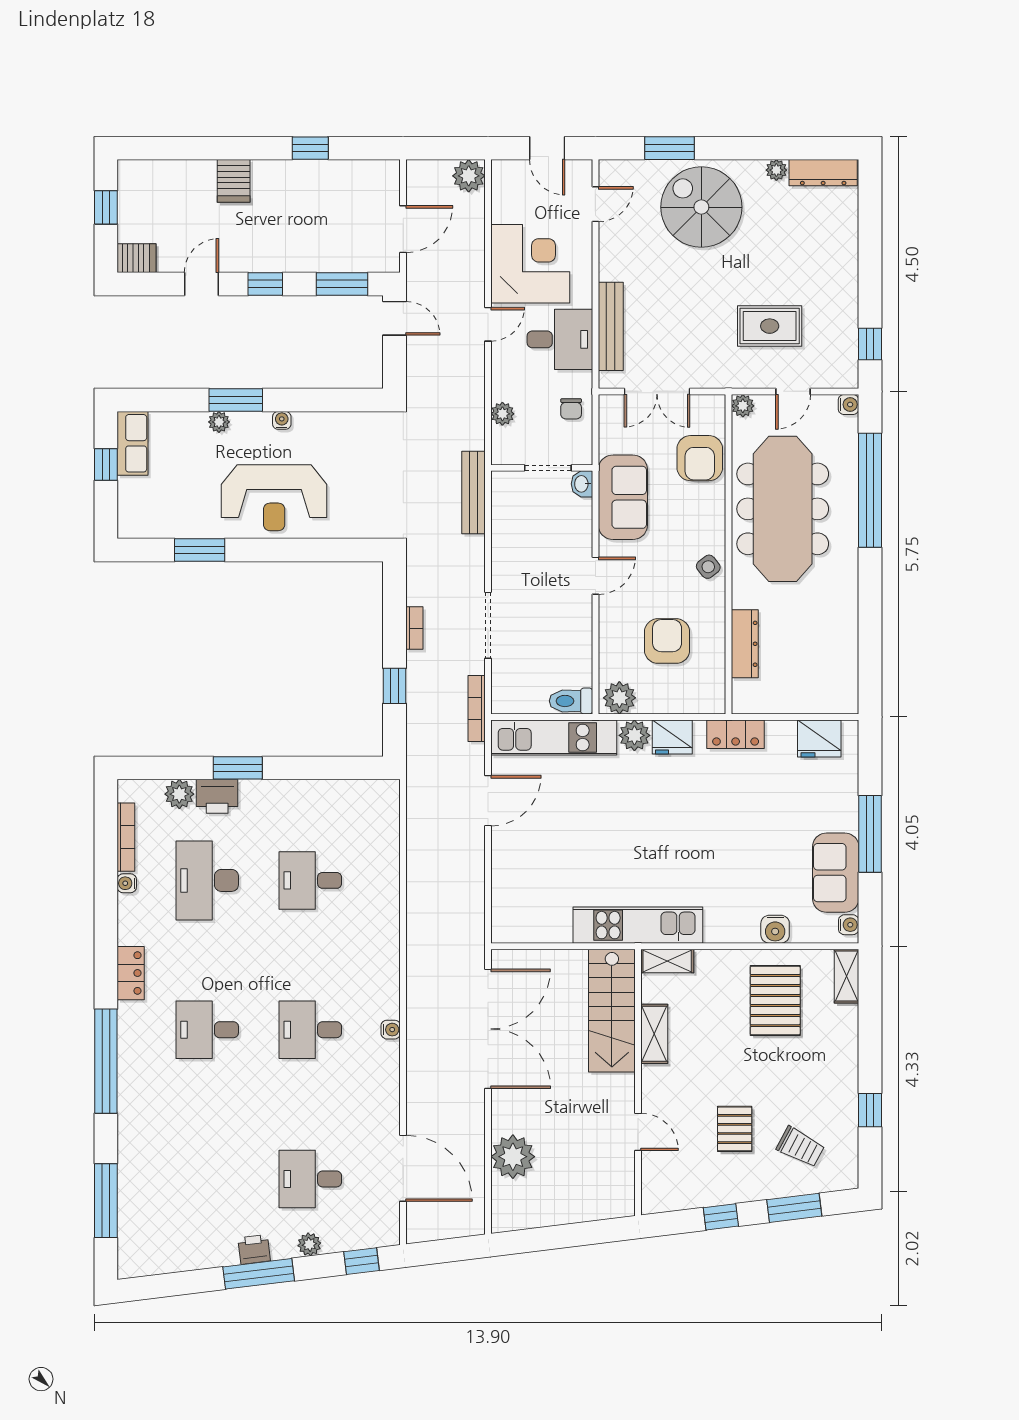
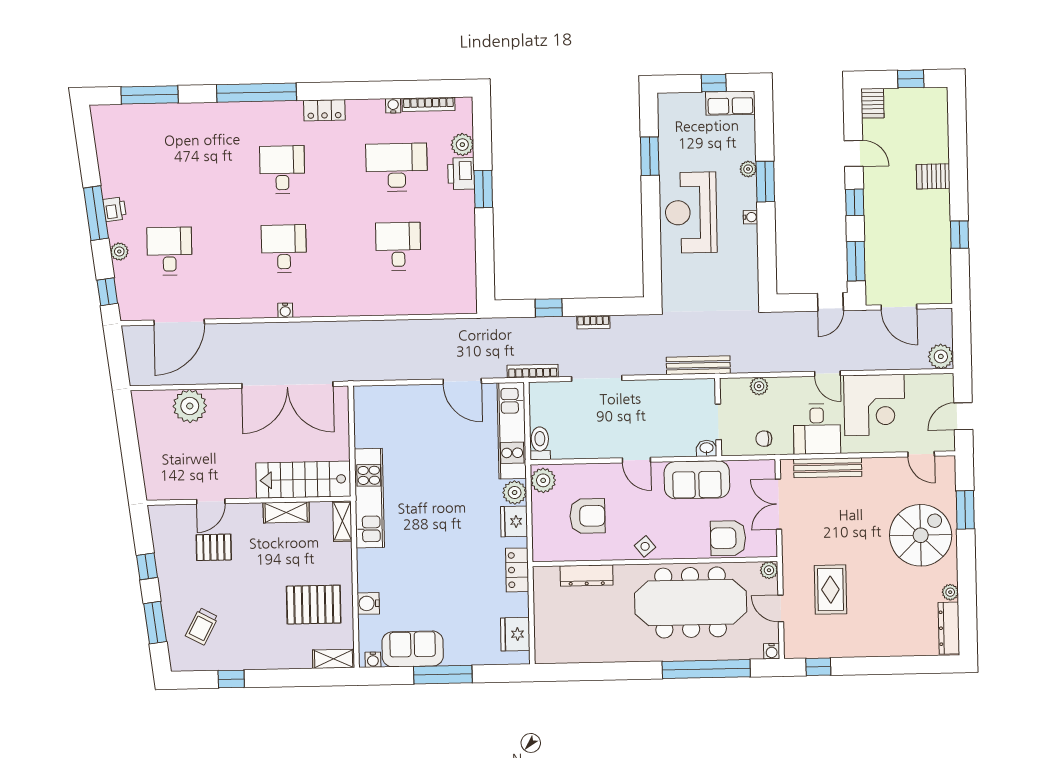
pallet: (735, 1129) -> (214, 547), moved

